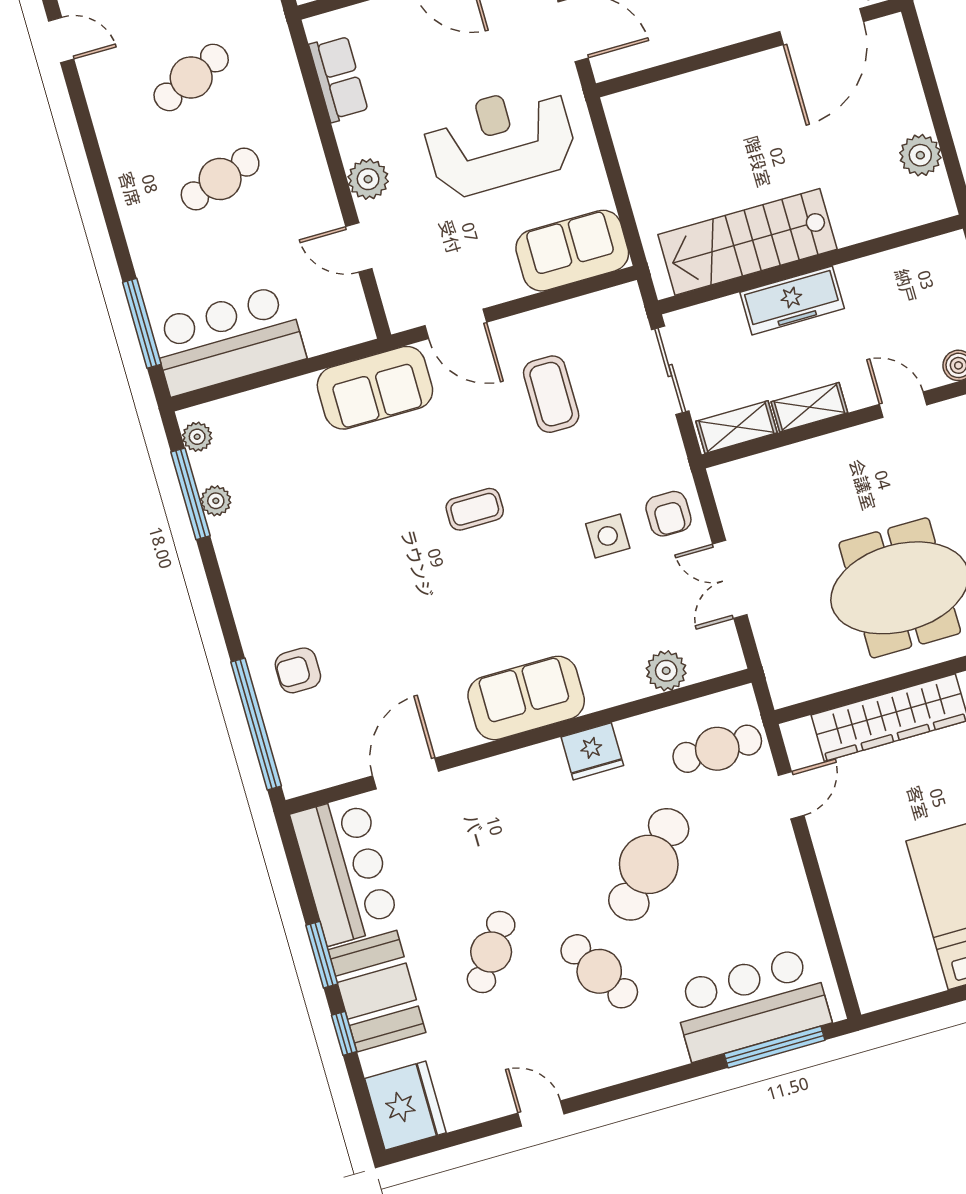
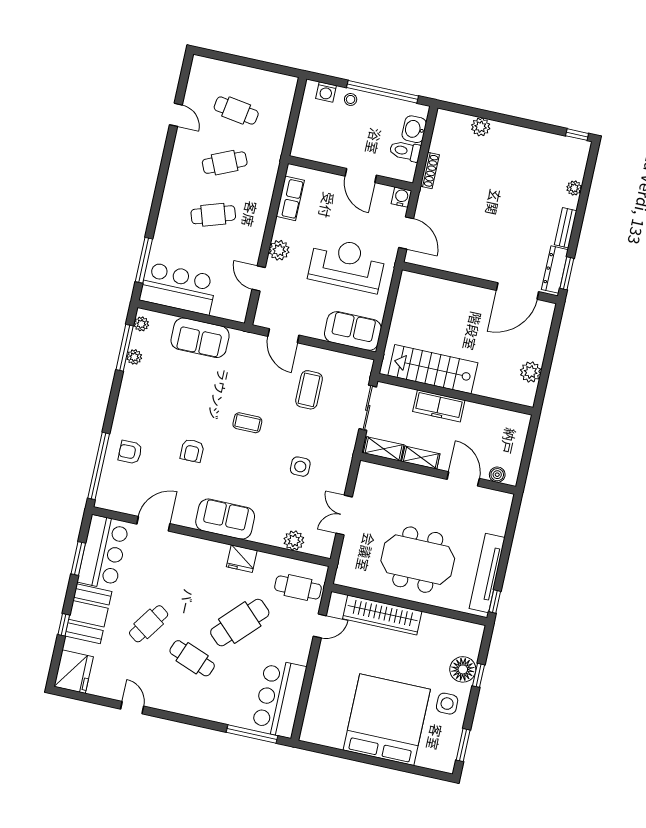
sofa: (375, 388) -> (200, 338), moved
door: (903, 405) -> (463, 479), width x1.37
armchair: (668, 514) -> (192, 451), moved
window: (322, 955) -> (78, 558), moved
cafe table: (599, 971) -> (192, 658), turned -38
bar counter: (751, 1004) -> (279, 698), moved, turned -90

